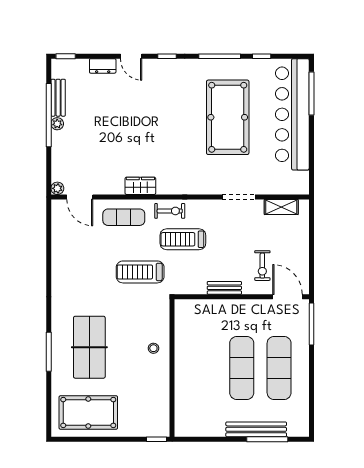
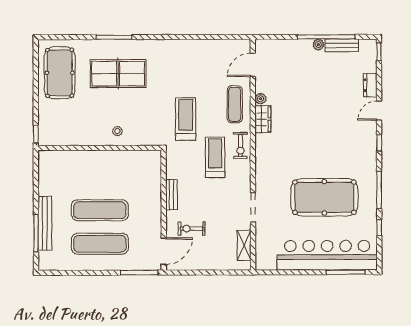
plant: (57, 188) -> (261, 99), moved

